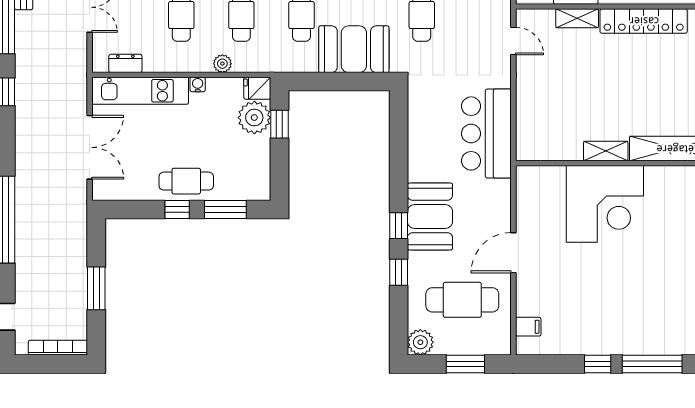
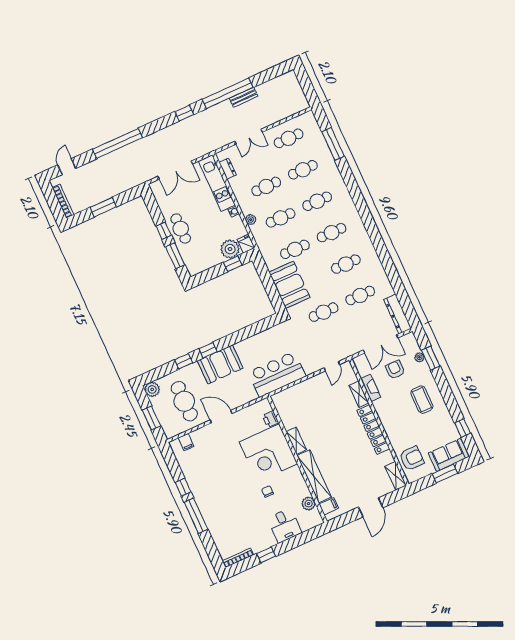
printer: (553, 176) -> (270, 419), added
chair: (665, 233) -> (267, 491), added

